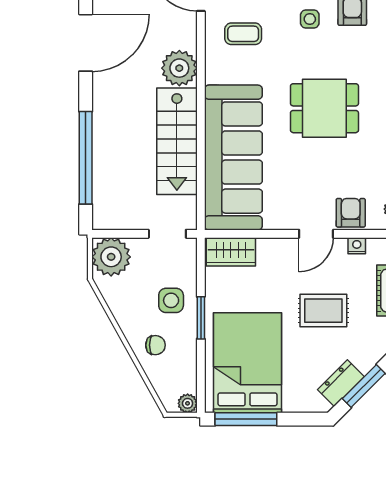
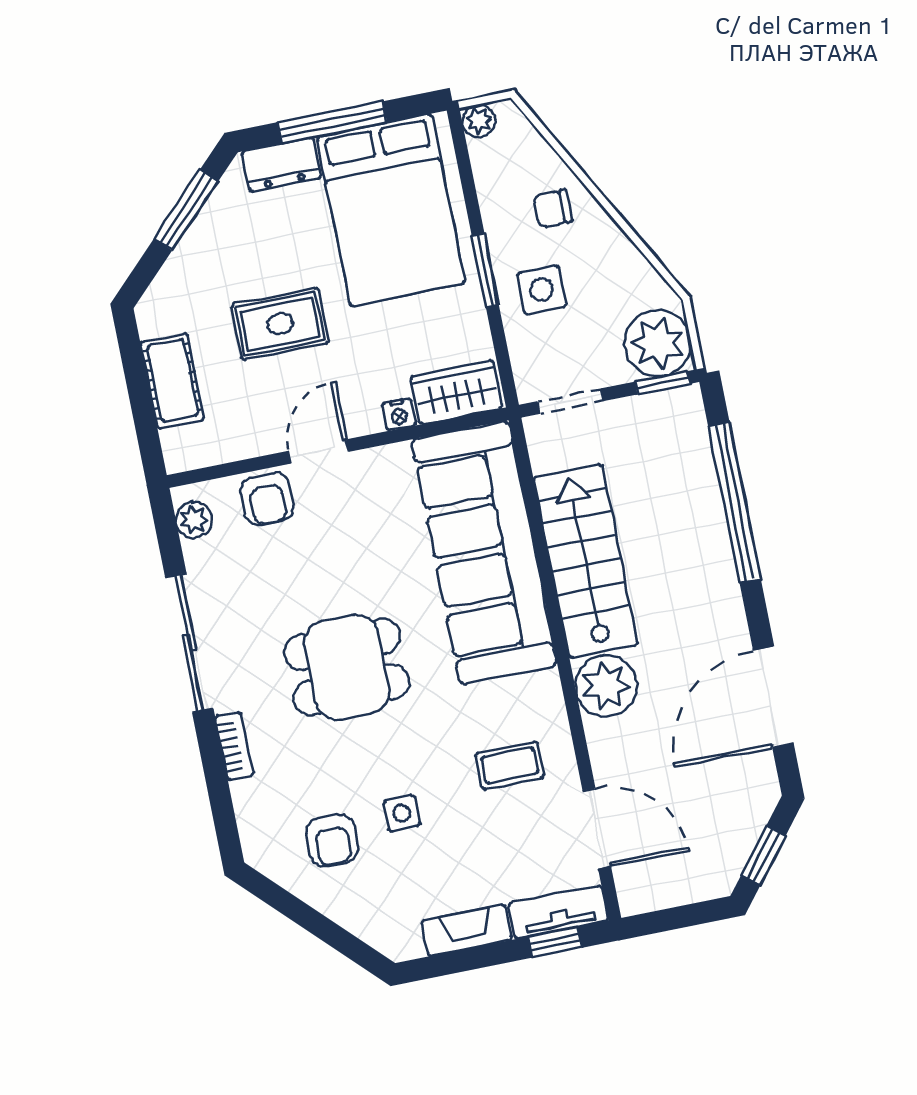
window: (113, 234) -> (662, 383), added
nightstand: (357, 246) -> (399, 414), moved
dresser: (341, 383) -> (281, 165), moved, turned 45
window: (246, 419) -> (332, 122), moved

